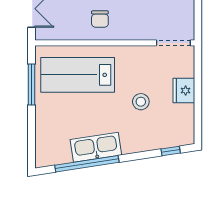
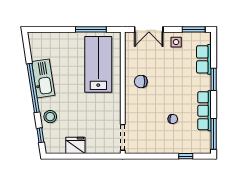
fridge: (184, 91) -> (75, 145), moved
stool: (141, 102) -> (50, 117), moved
window: (87, 164) -> (33, 88), moved

